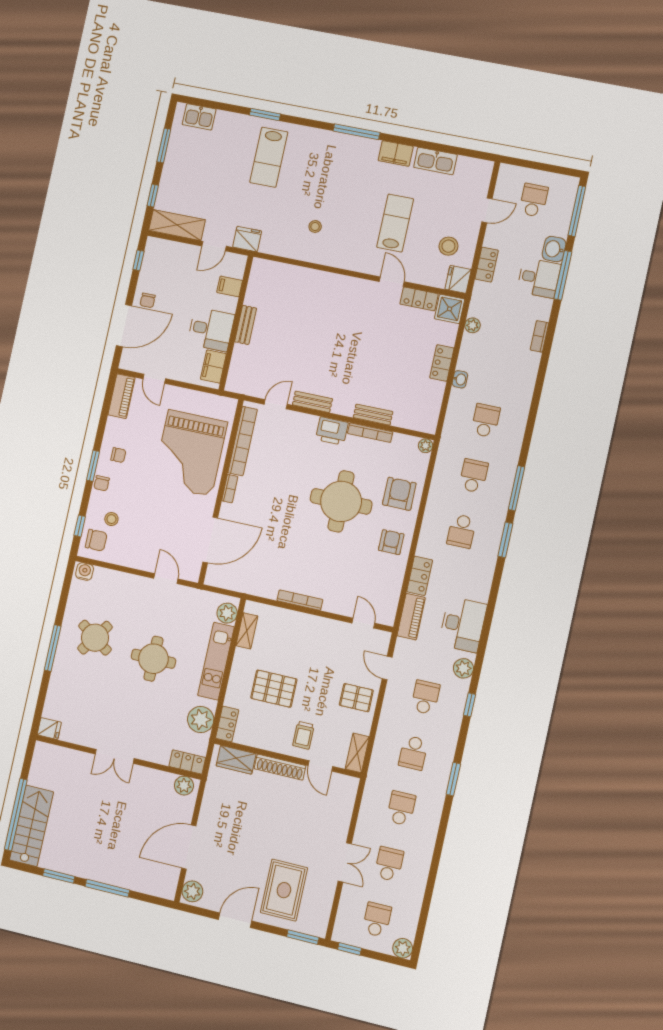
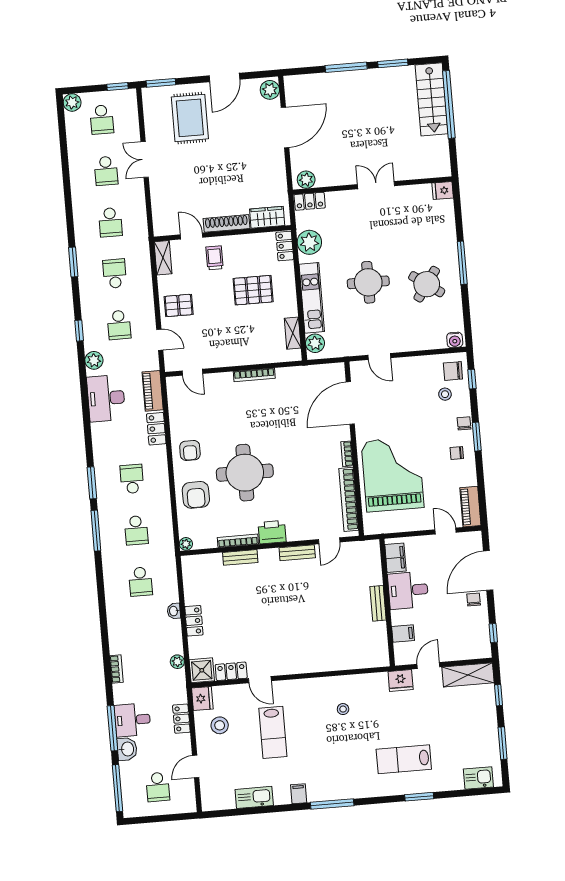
filing cabinet: (396, 153) -> (299, 794), width x0.50
lab bench: (269, 157) -> (404, 759), turned -90

